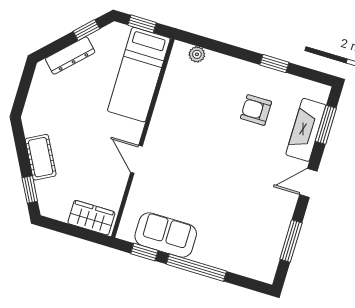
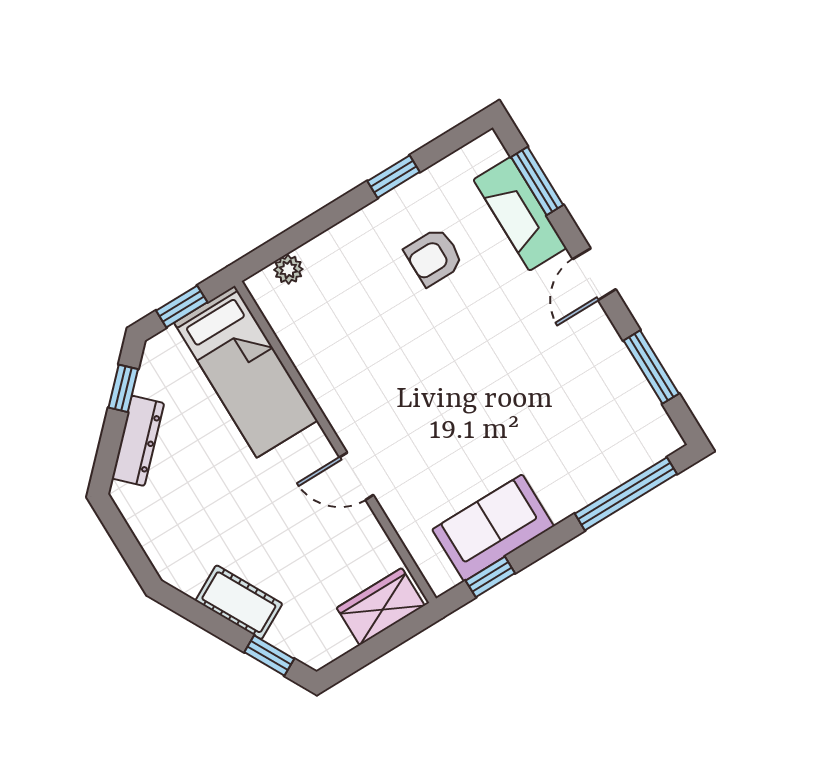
window: (196, 268) -> (626, 494), moved

